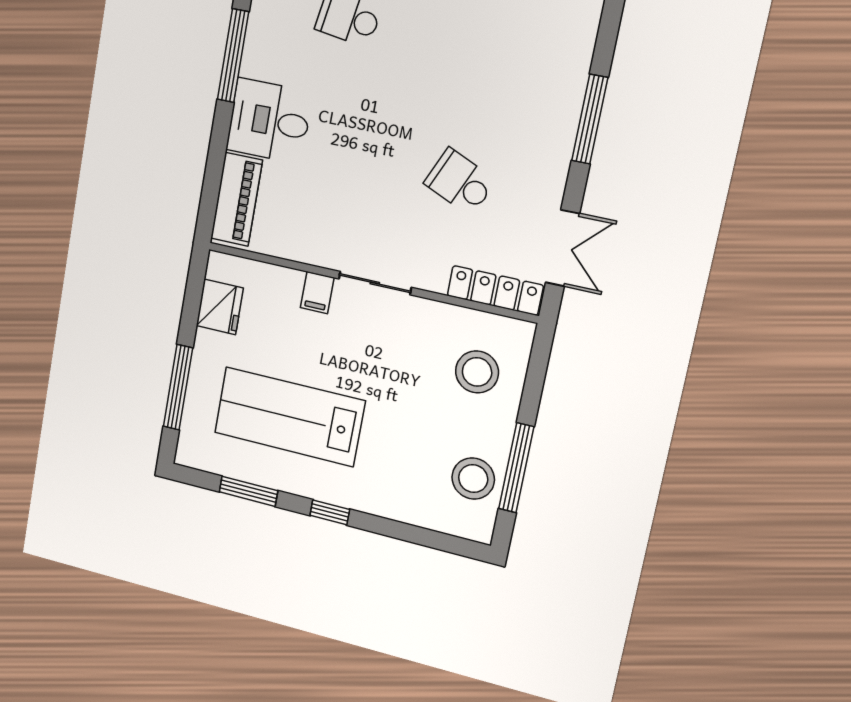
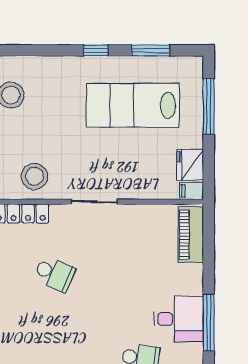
desk: (269, 121) -> (179, 319), moved
filing cabinet: (317, 293) -> (192, 191), moved, turned -90
stool: (477, 372) -> (34, 176), moved
lab bench: (289, 417) -> (133, 105), turned 180

